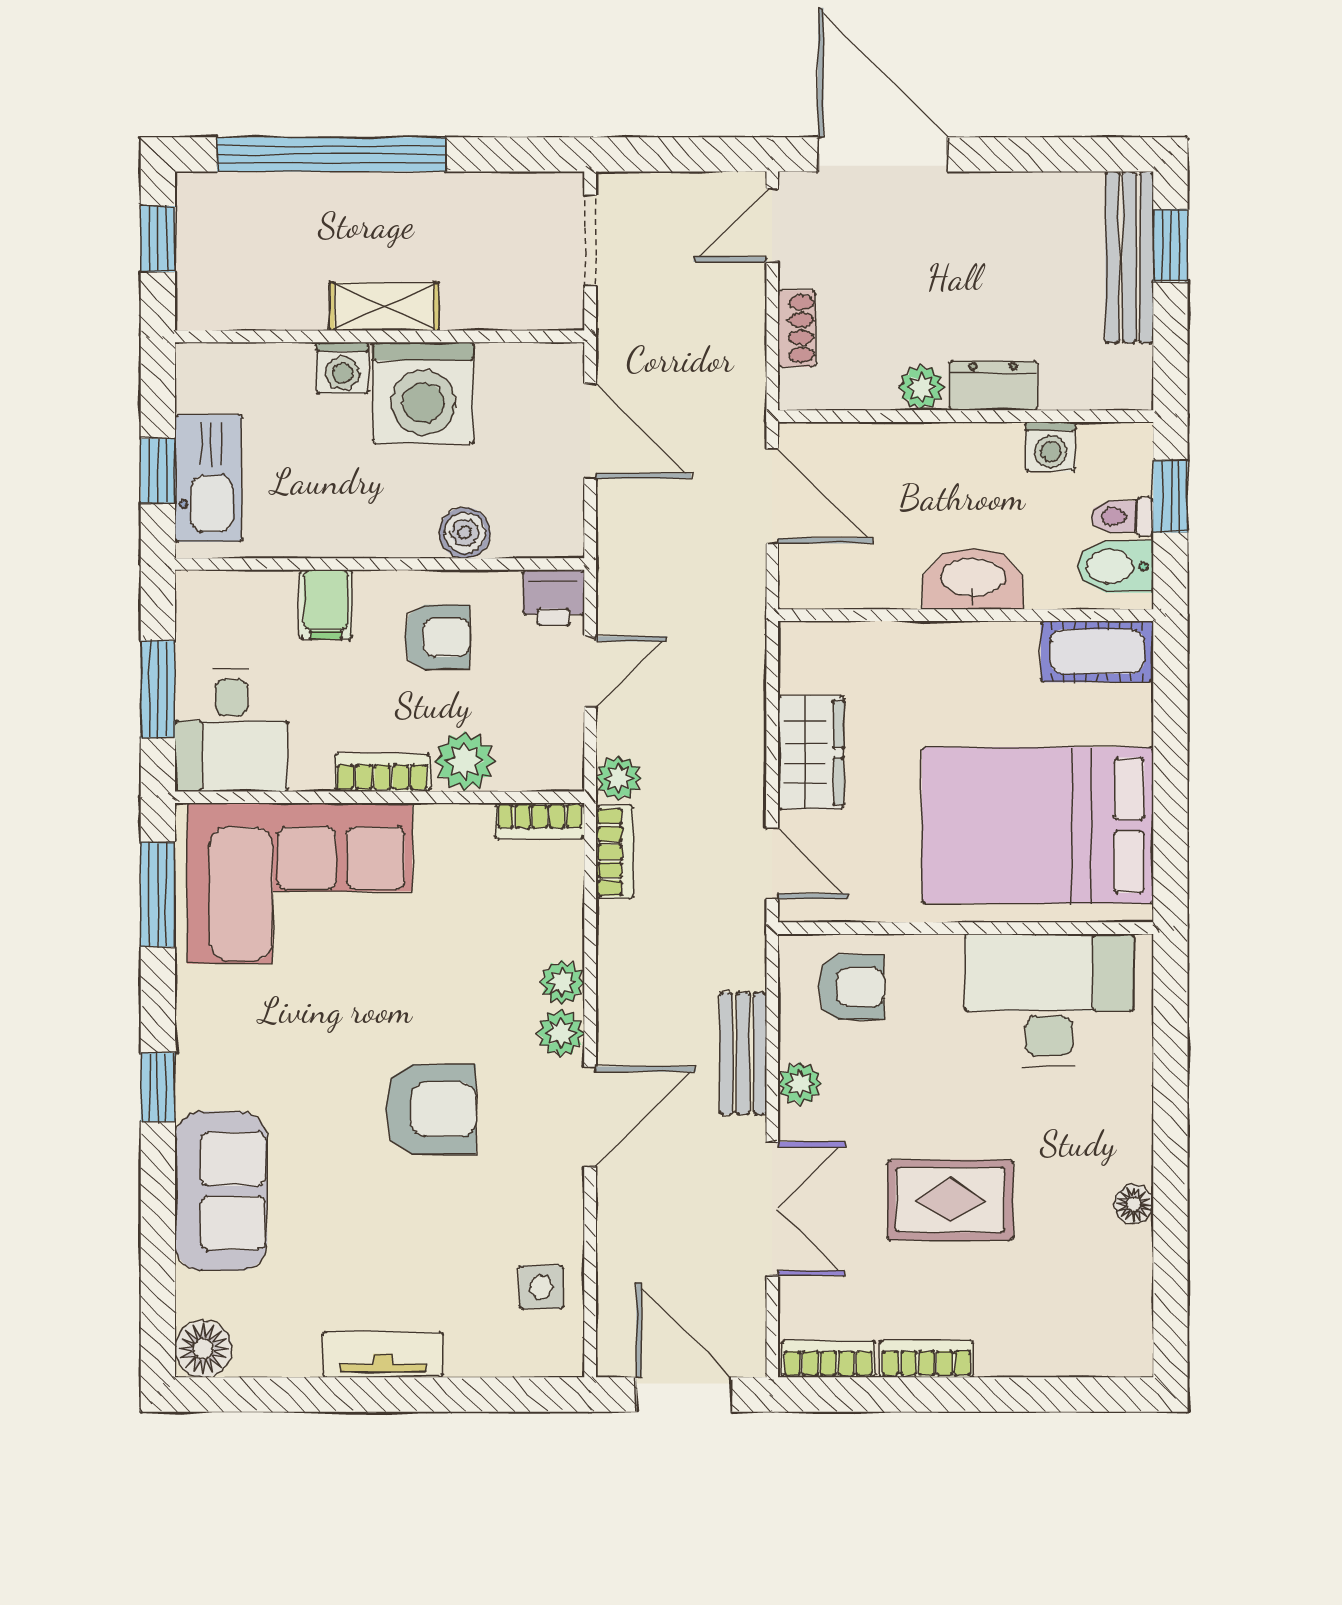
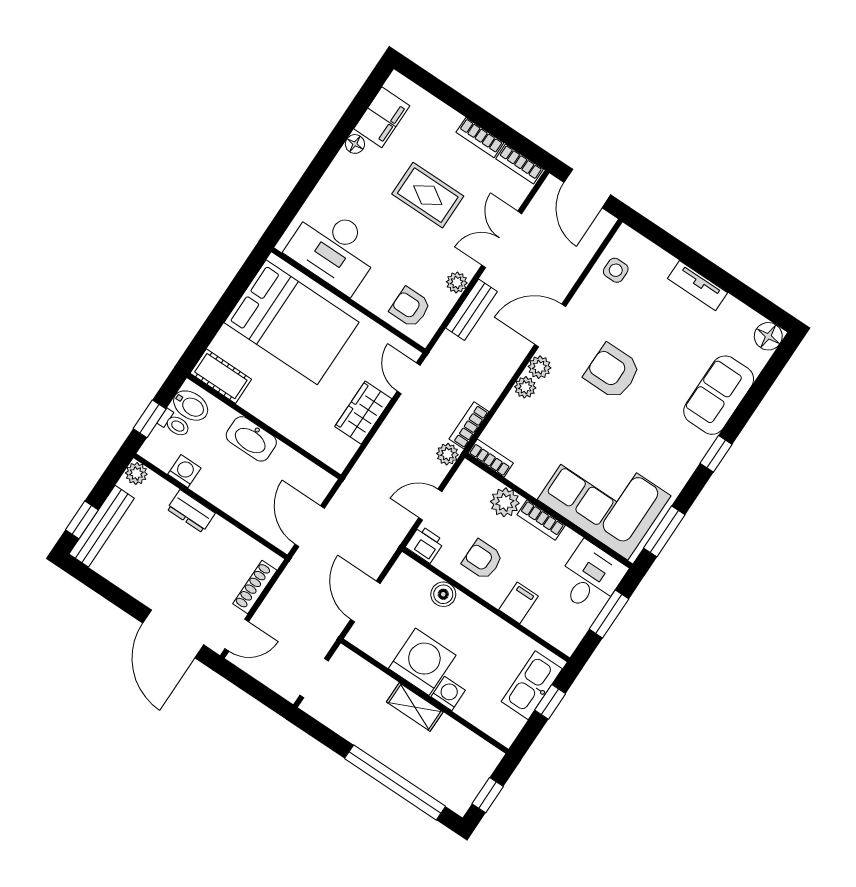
shoe rack: (796, 329) -> (255, 587), width x1.43
plant: (921, 387) -> (136, 474), moved
filing cabinet: (1118, 1281) -> (382, 117), added

